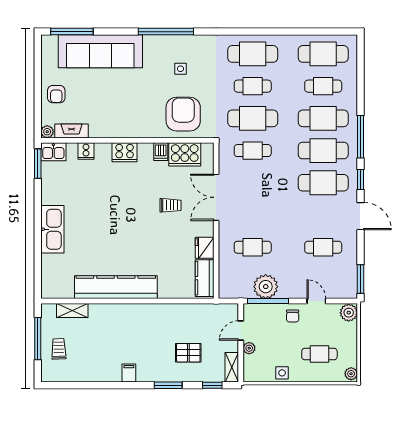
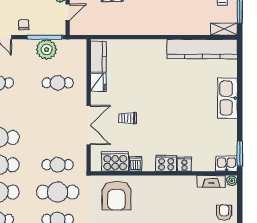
cooker: (86, 151) -> (184, 164), moved
kitchen counter: (116, 287) -> (202, 49), moved
shelving: (72, 310) -> (224, 29), moved

